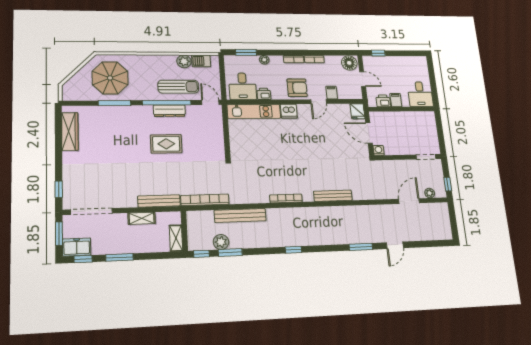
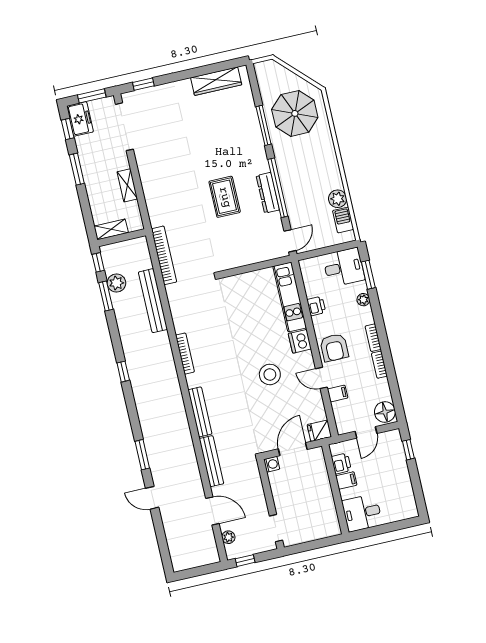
desk: (243, 86) -> (344, 267), moved, turned 180
sun lounger: (178, 87) -> (302, 198), removed
stool: (311, 138) -> (270, 374), added
bench: (159, 201) -> (211, 461), moved

